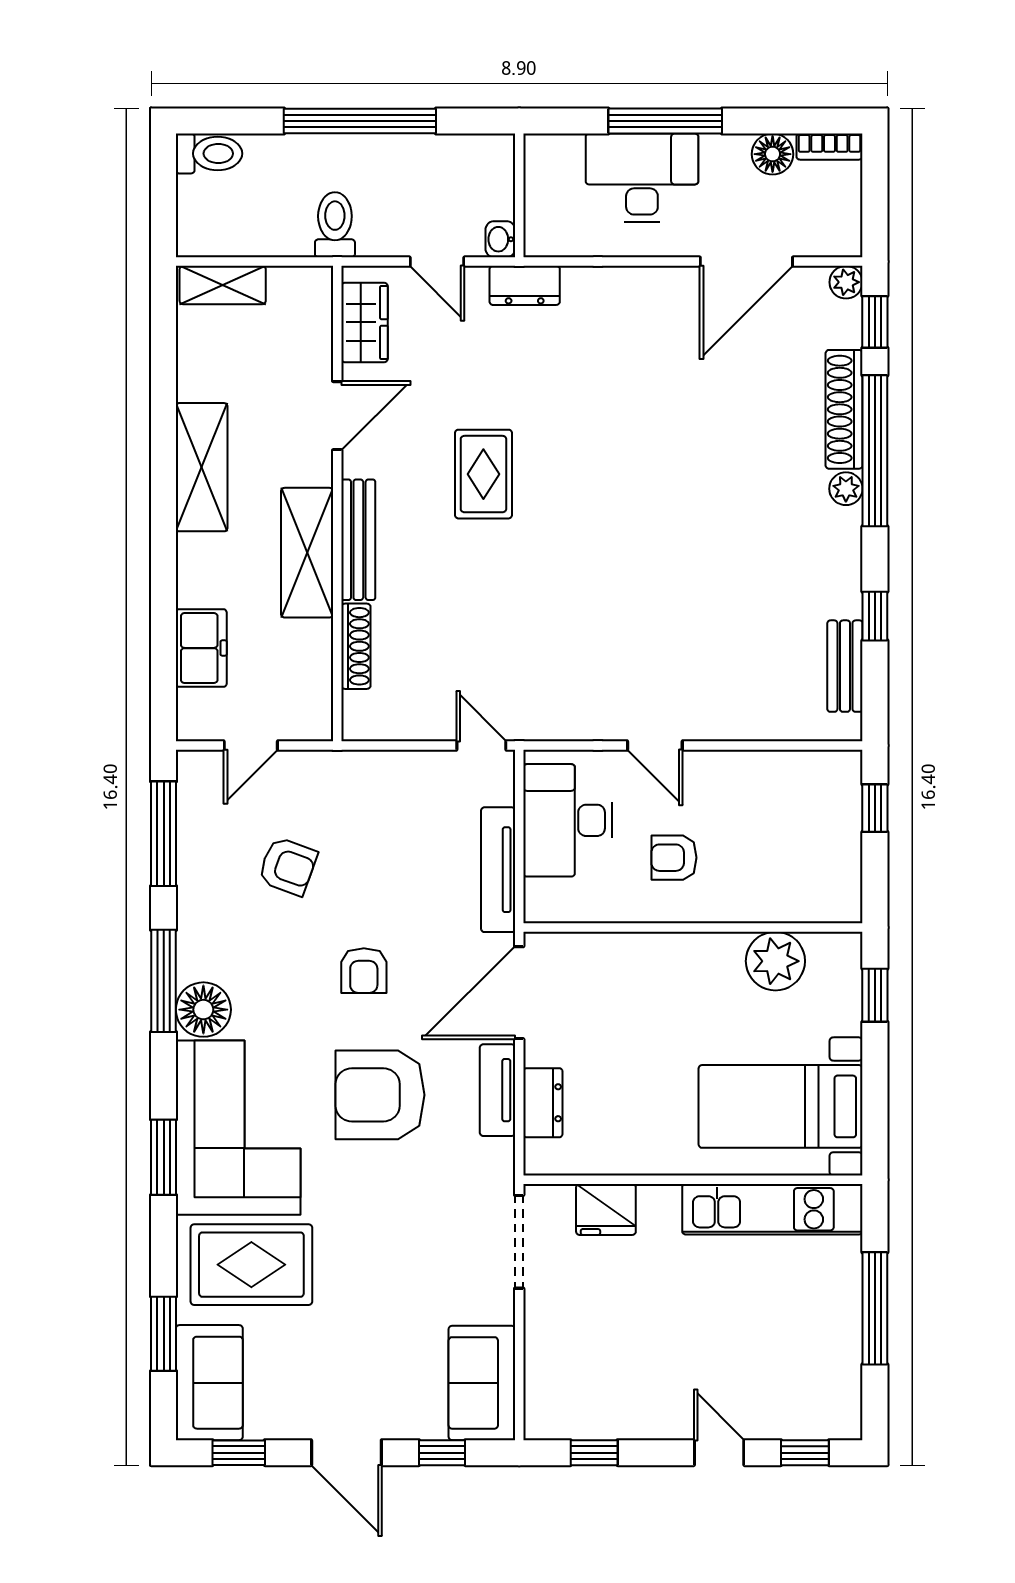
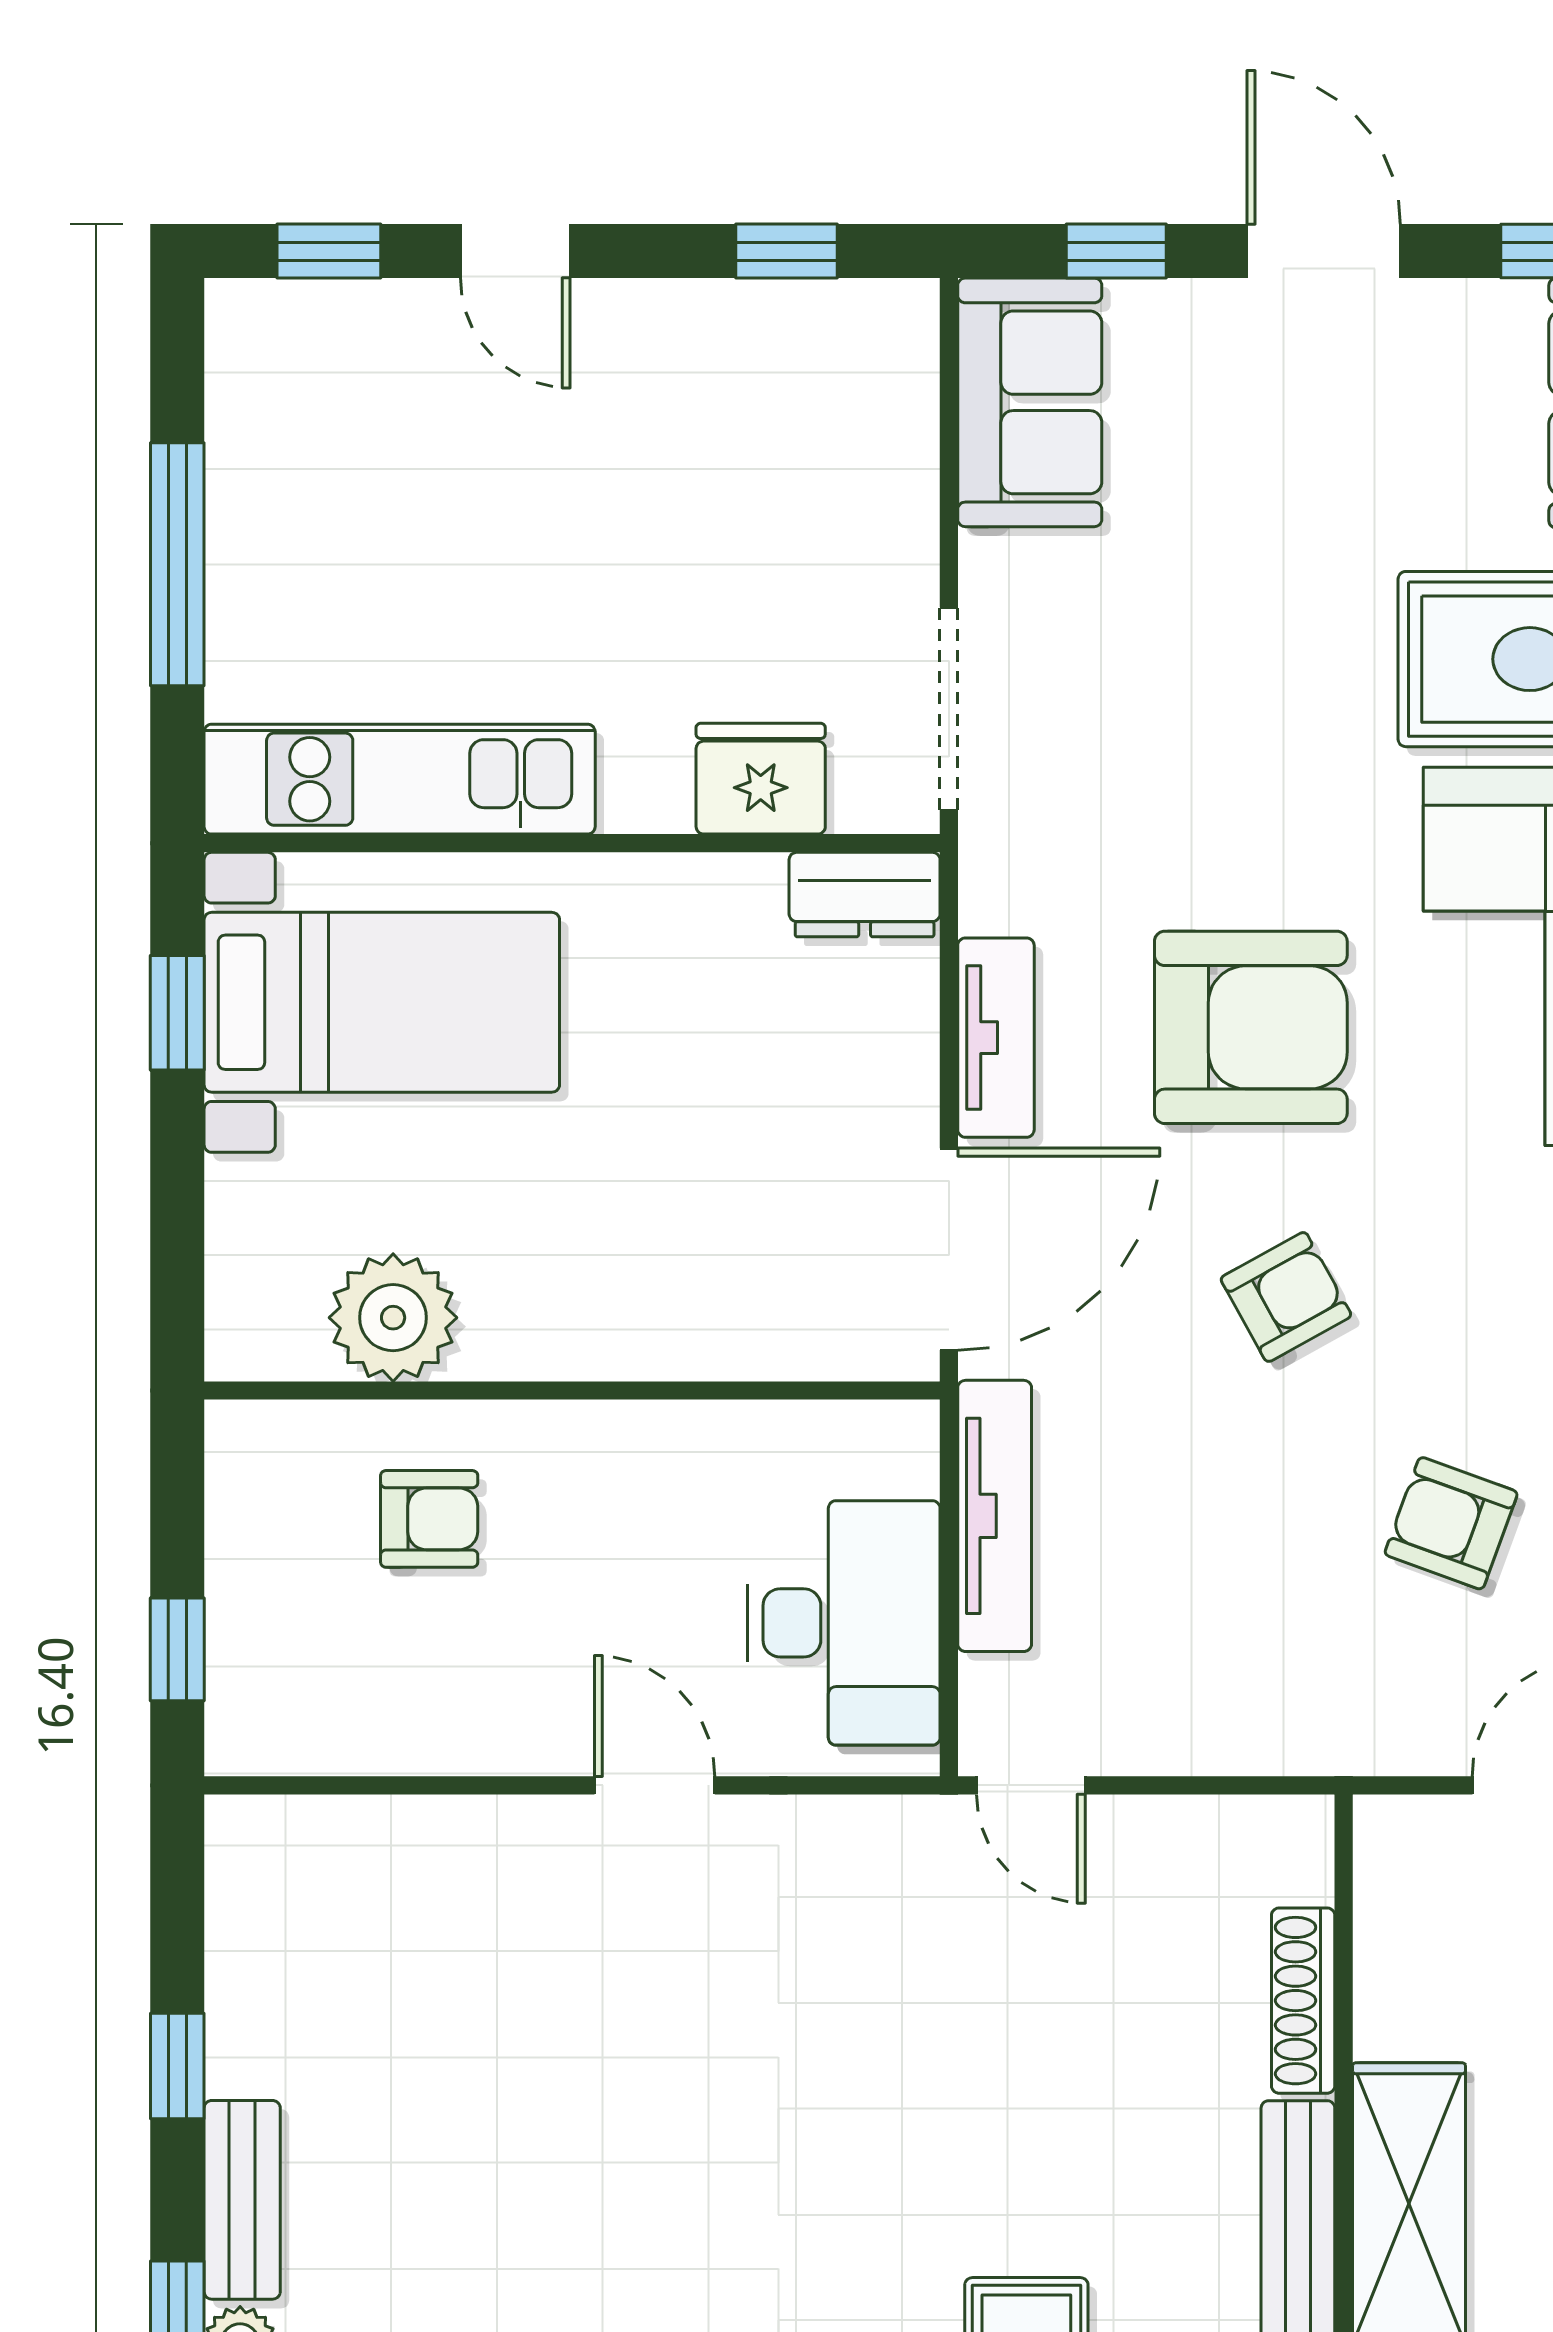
bench: (845, 666) -> (242, 2200), moved
armchair: (674, 858) -> (429, 1519), moved
armchair: (364, 971) -> (1286, 1297), turned 61
window: (875, 995) -> (177, 1013), moved
dresser: (543, 1103) -> (865, 895), moved, turned -90

